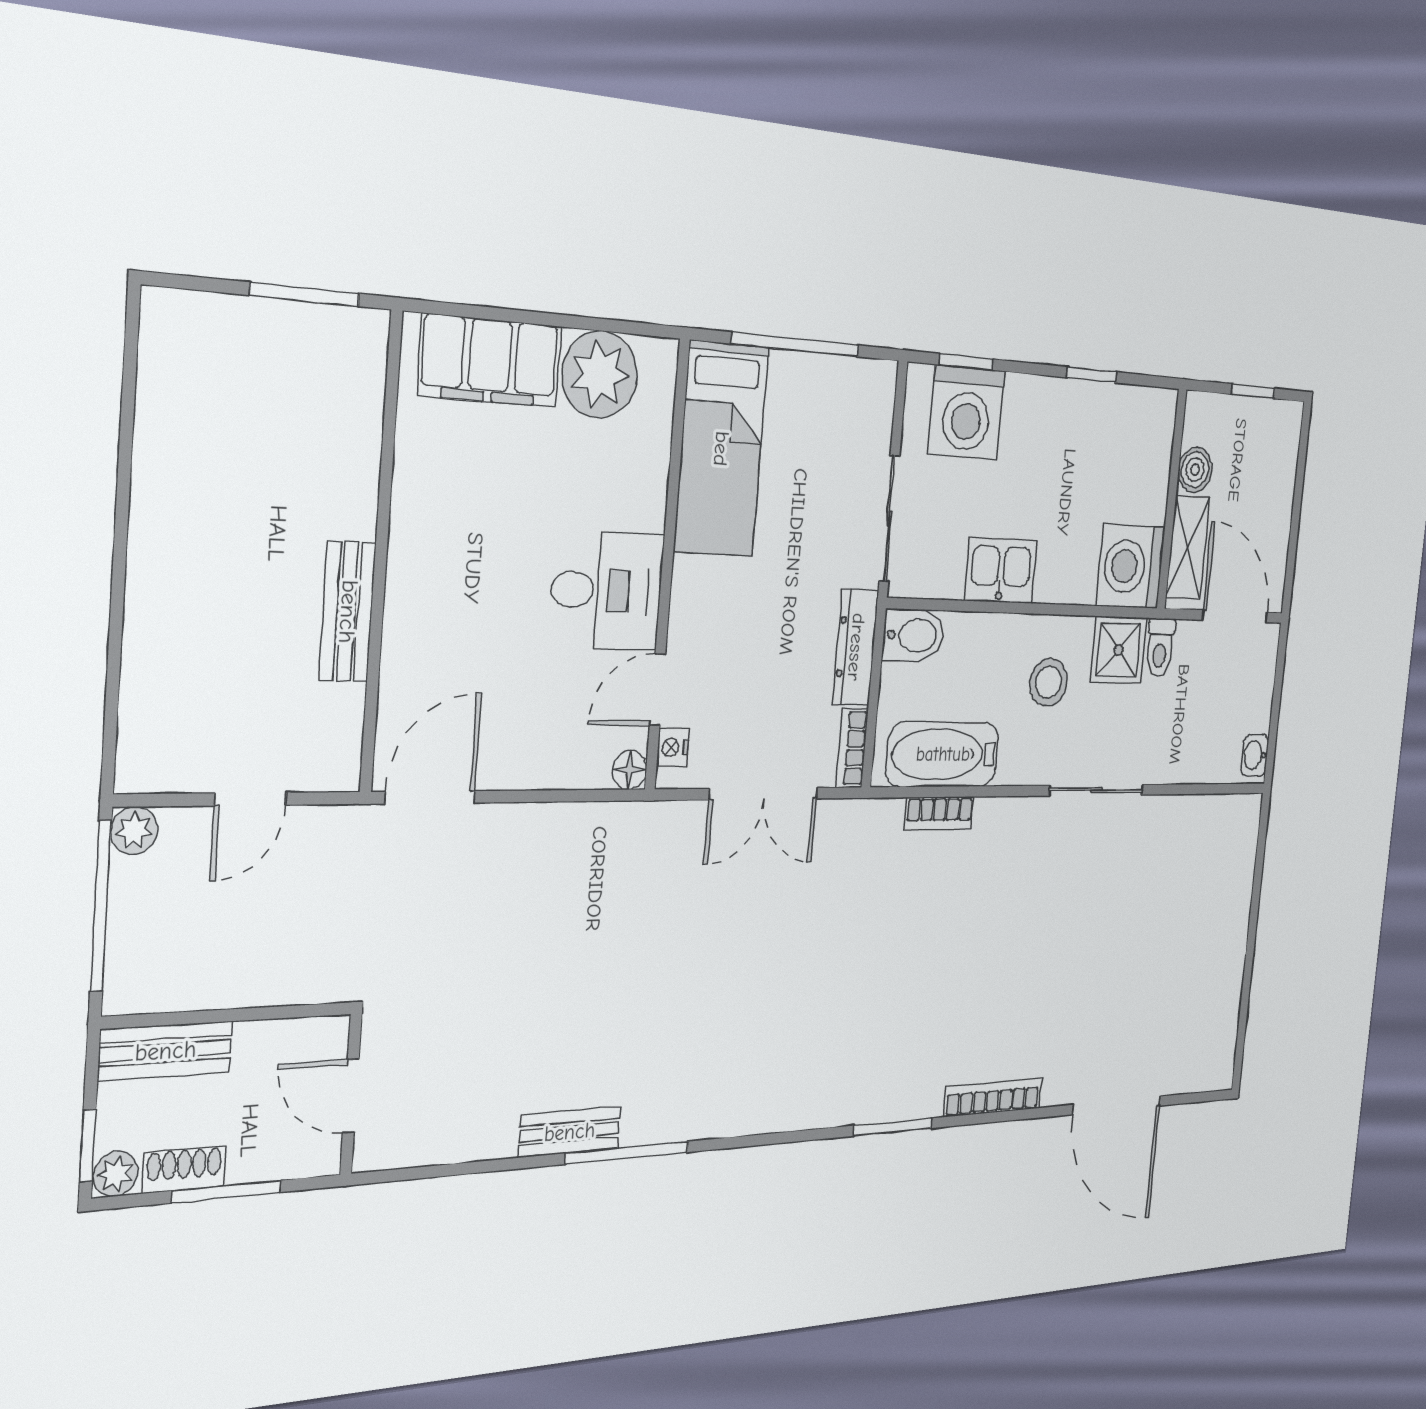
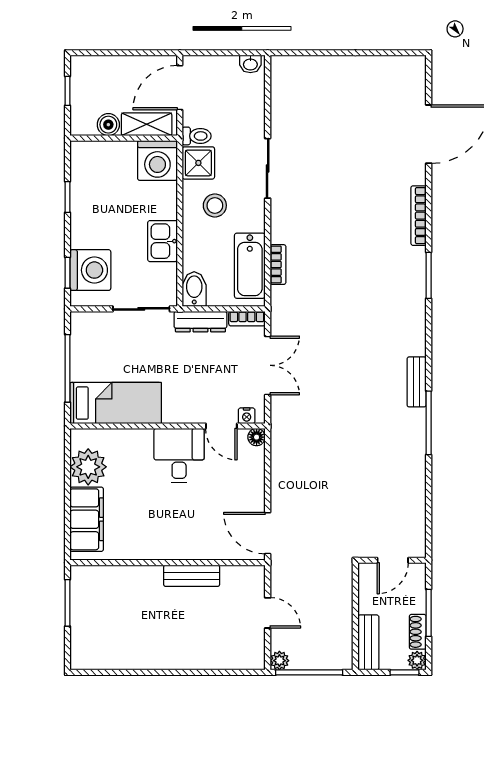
bench: (570, 1132) -> (417, 382), moved

